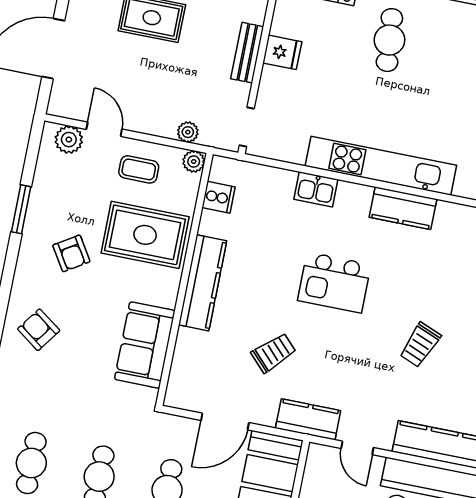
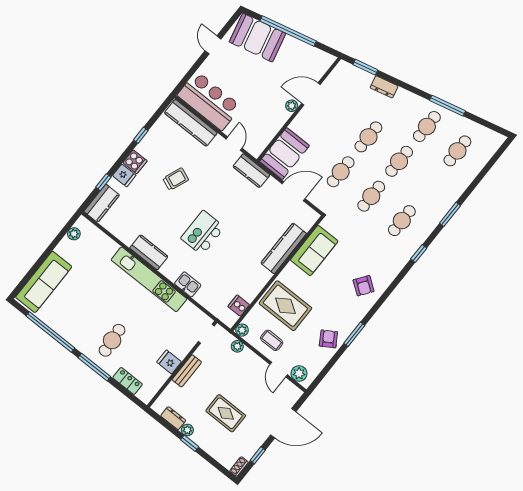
window: (21, 209) -> (354, 334), moved
armchair: (71, 253) -> (328, 339), moved
kitchen island: (334, 282) -> (203, 233), turned -90
kitchen counter: (203, 283) -> (284, 248), moved
trolley: (274, 353) -> (251, 213), removed

